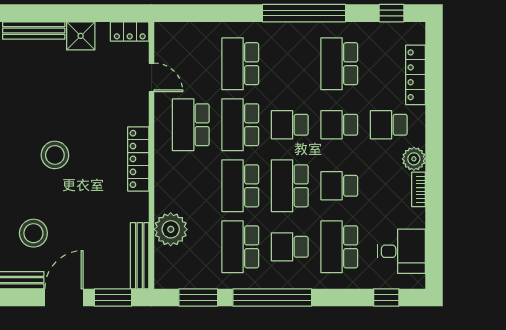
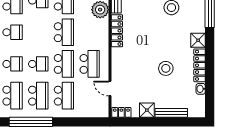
stool: (55, 155) -> (166, 68), moved
locker: (138, 159) -> (117, 31), moved
school desk: (290, 186) -> (38, 96), moved

